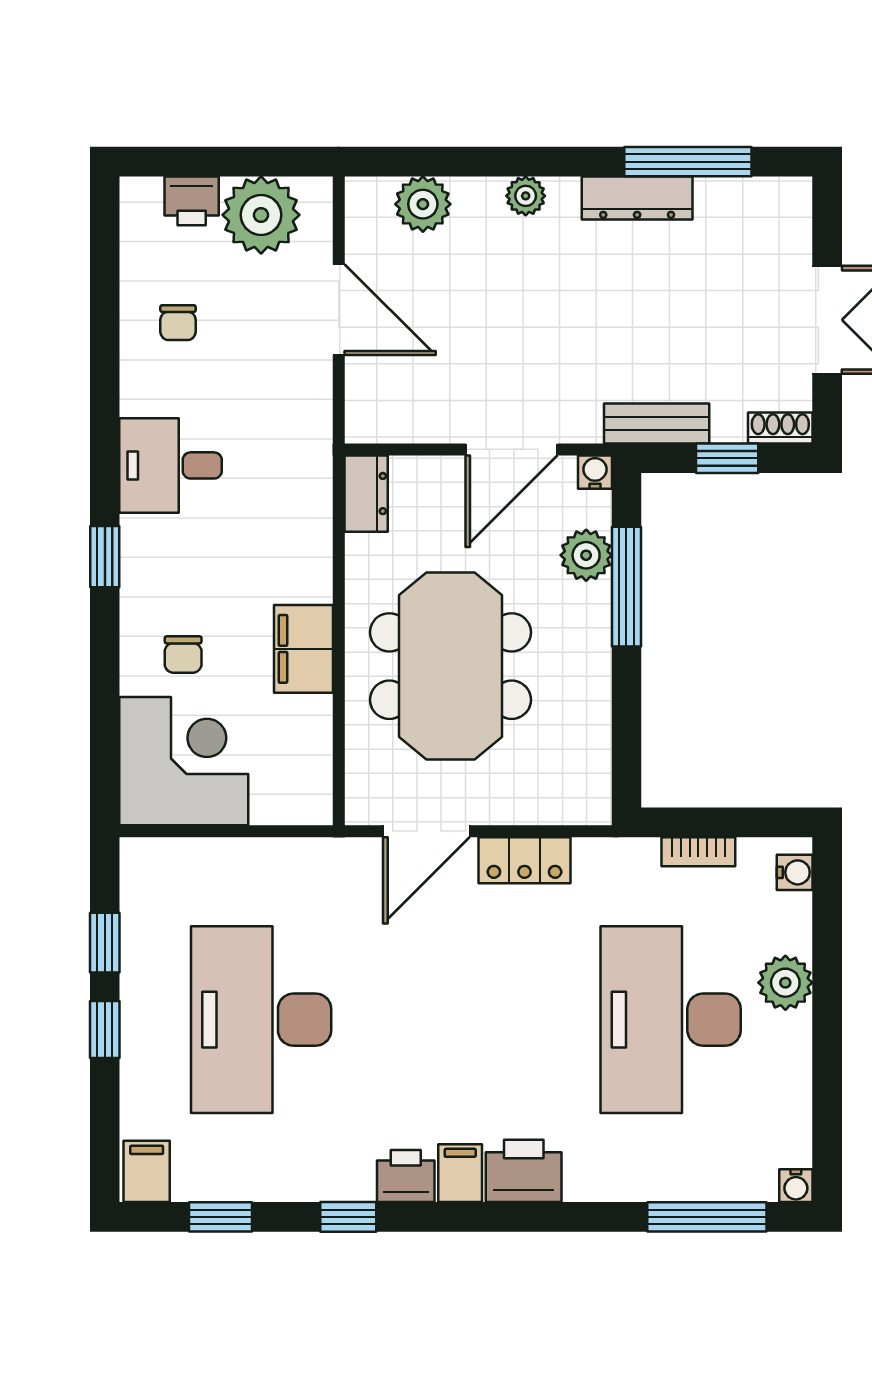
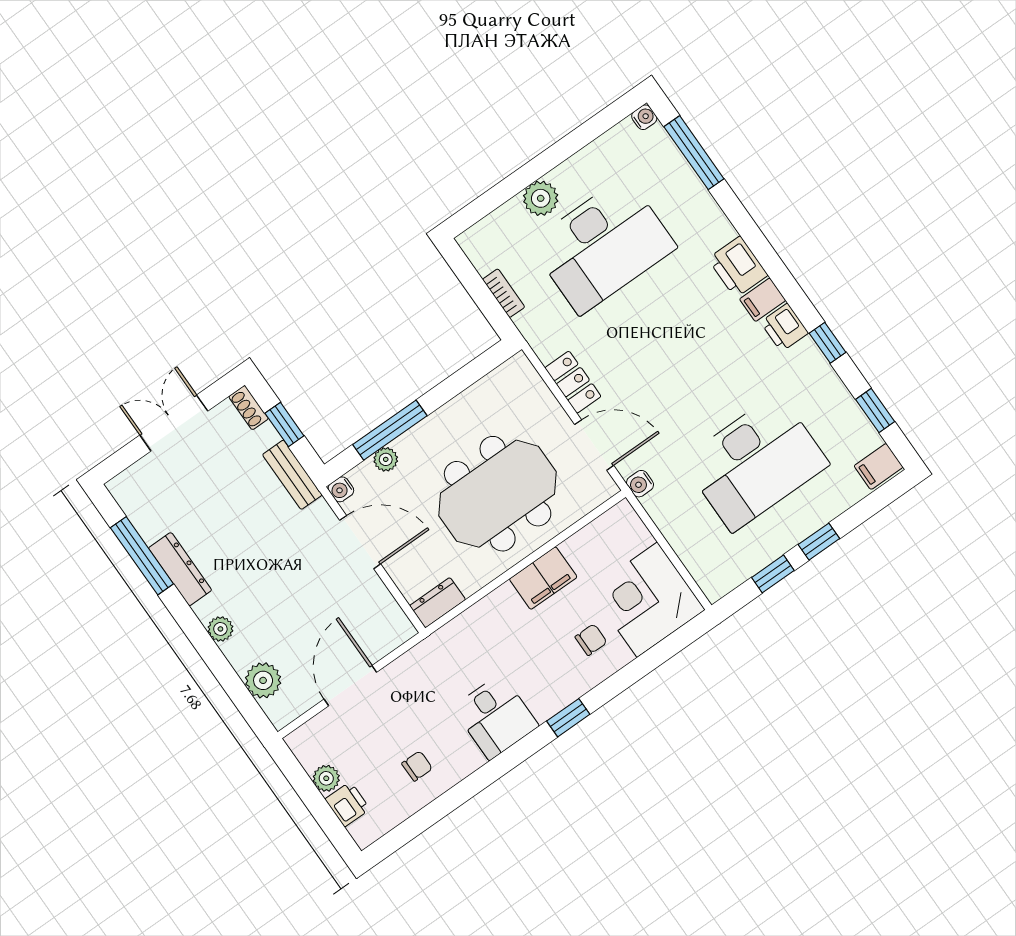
plant: (261, 215) -> (326, 778), width x0.53, depth x0.53
plant: (586, 555) -> (386, 459), width x0.73, depth x0.73
water cooler: (795, 872) -> (640, 484), moved, turned -90

